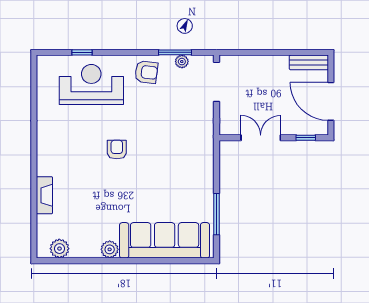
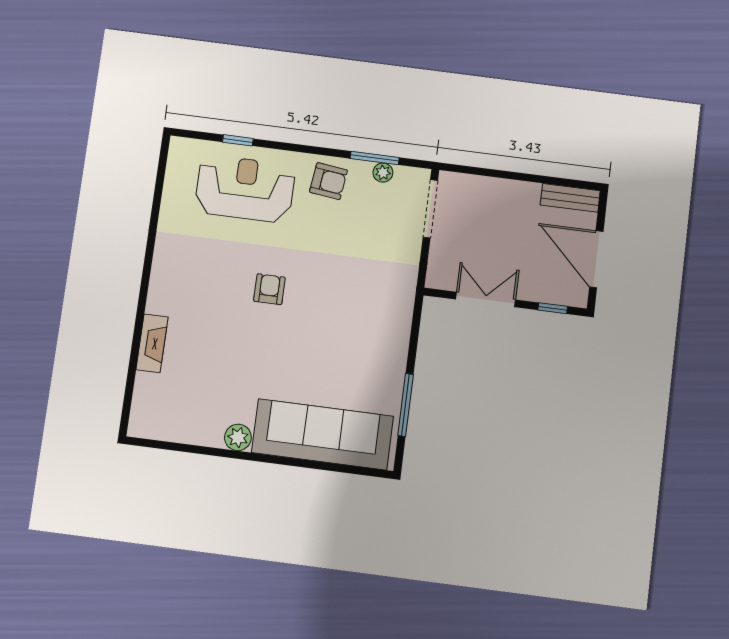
plant: (59, 249) -> (163, 426), removed

